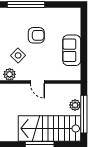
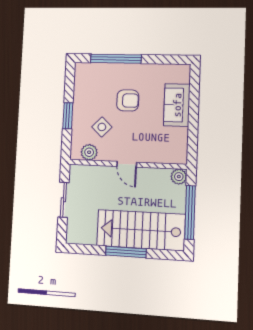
sofa: (72, 50) -> (177, 105), moved
plant: (75, 105) -> (179, 177), moved

